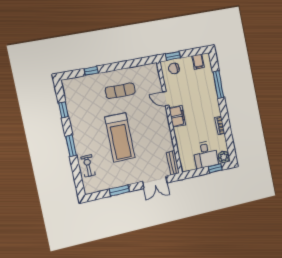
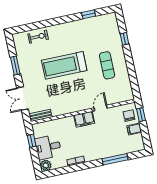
filing cabinet: (198, 62) -> (134, 129), moved
window: (71, 146) -> (56, 21), removed
window: (215, 168) -> (32, 141), moved

